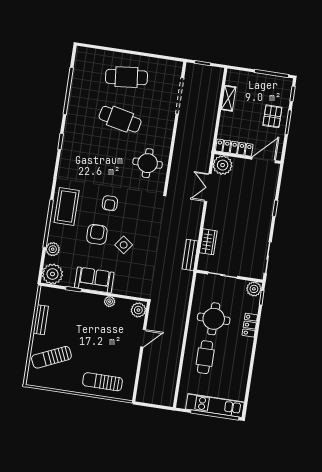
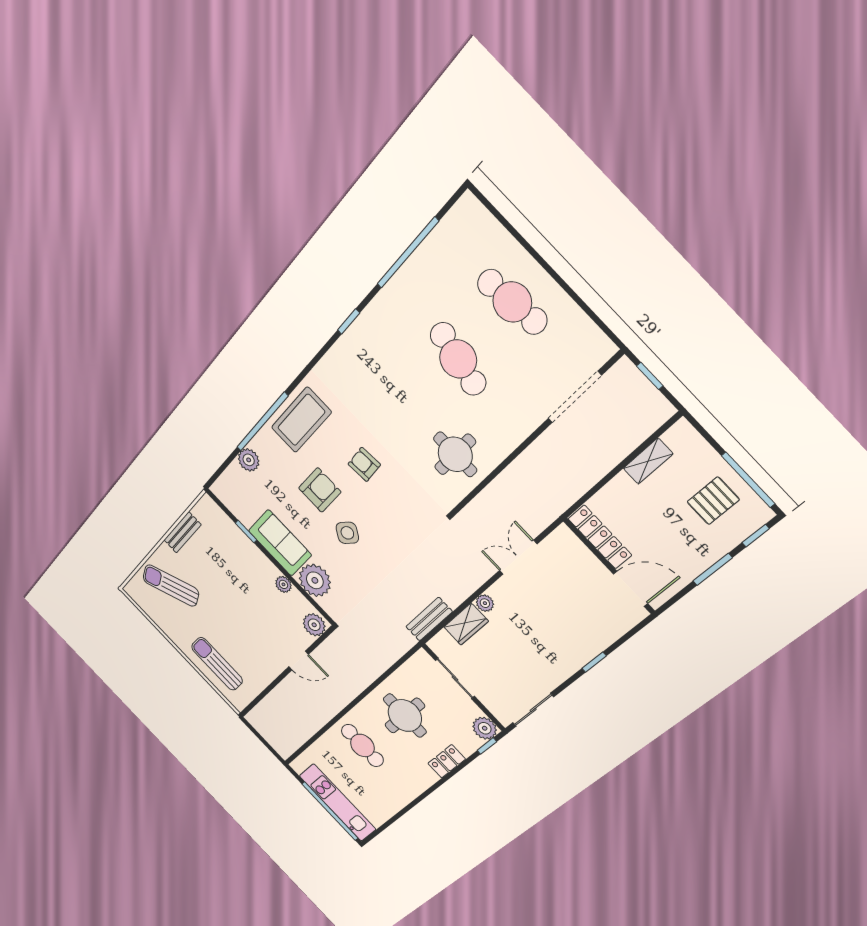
pallet: (272, 116) -> (713, 501), moved
plant: (223, 165) -> (485, 603), moved, width x0.53, depth x0.53
armchair: (110, 203) -> (364, 464), turned 86
plant: (52, 274) -> (315, 580), moved
cafe table: (205, 357) -> (362, 745), turned 90

